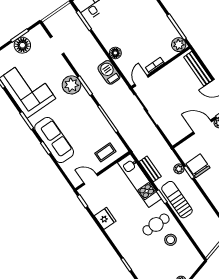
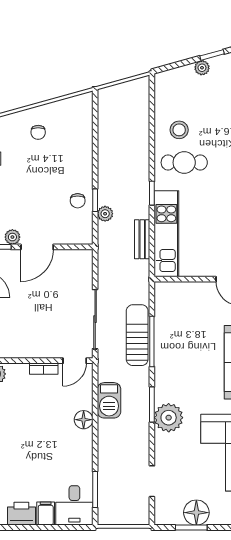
door: (203, 127) -> (37, 247), hinge flipped
coffee table: (105, 152) -> (185, 301), removed
chair: (198, 166) -> (78, 201), width x0.54, depth x0.54
sun lounger: (177, 200) -> (137, 335), moved, turned 180

